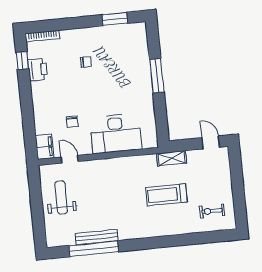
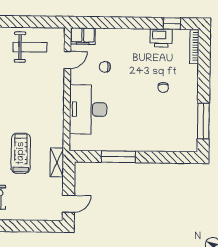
window: (115, 19) -> (203, 121), width x1.44
window: (157, 76) -> (118, 157), moved

